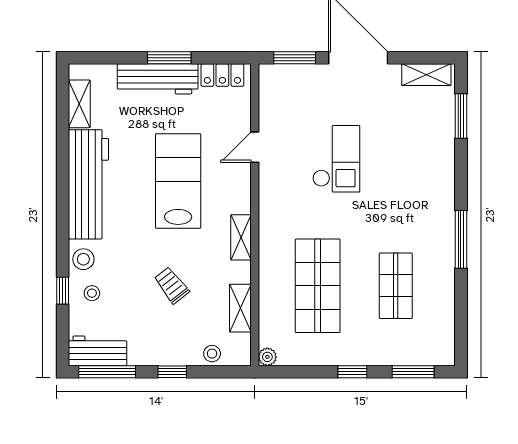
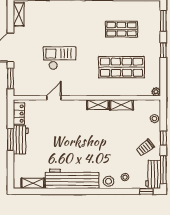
workbench: (158, 79) -> (21, 140), width x0.73
door: (255, 147) -> (54, 98), swing flipped
lab bench: (178, 181) -> (70, 135), removed
trolley: (172, 285) -> (145, 148), moved
window: (63, 291) -> (146, 191), moved
shelving: (240, 308) -> (122, 105), moved

